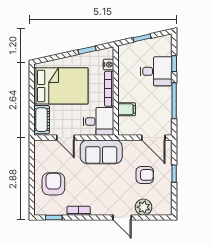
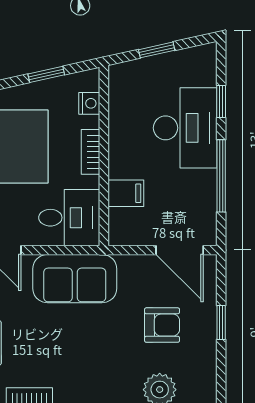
desk: (156, 71) -> (185, 128), width x1.37
bookcase: (109, 89) -> (91, 152), width x0.64

